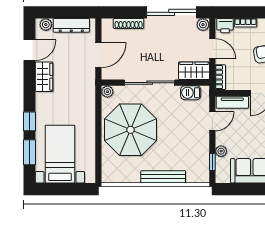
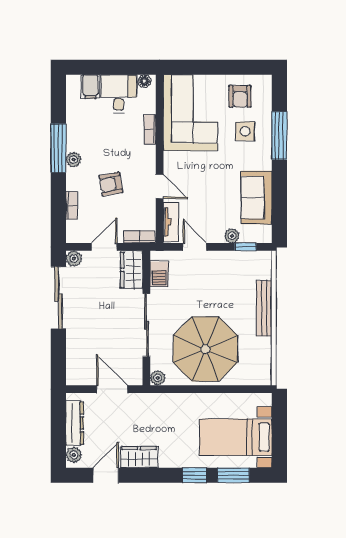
shoe rack: (129, 23) -> (72, 351), removed
printer: (225, 26) -> (75, 231), removed
door: (30, 50) -> (106, 475), hinge flipped

